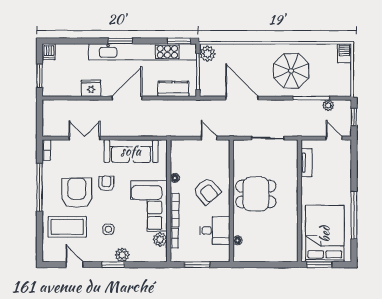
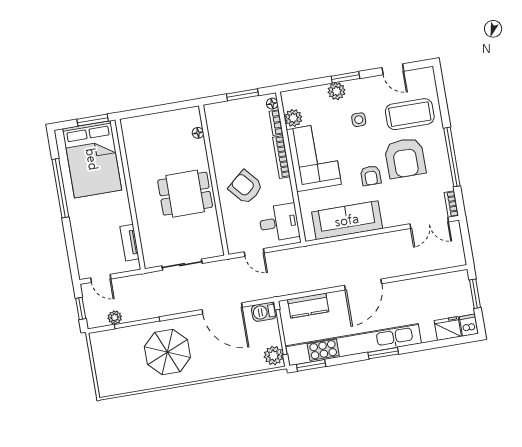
barbecue: (344, 53) -> (264, 312), moved, turned 90
fridge: (91, 88) -> (448, 328), moved, turned 180
double door: (84, 138) -> (429, 223), moved
floor lamp: (175, 178) -> (272, 104), moved
desk: (215, 230) -> (279, 223), moved, turned 180

